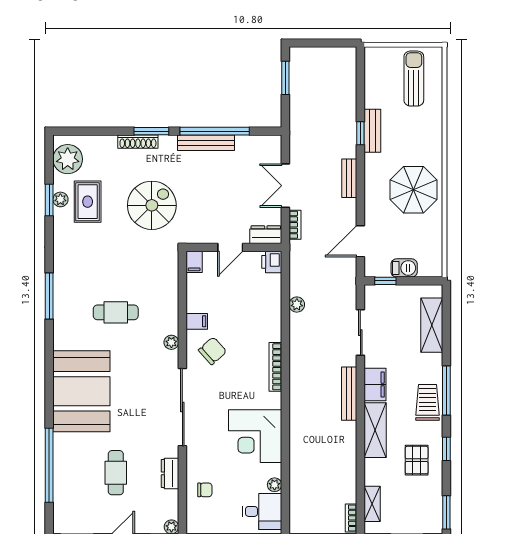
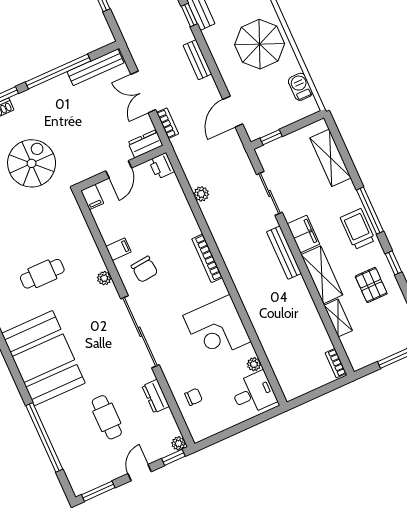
bench: (206, 143) -> (95, 67), moved
barbecue: (404, 268) -> (300, 87), moved, turned -90
chair: (212, 351) -> (144, 269), turned 126
shelving: (372, 504) -> (338, 318), moved

